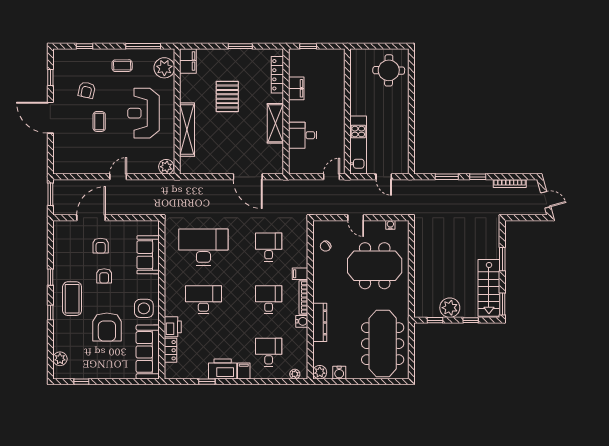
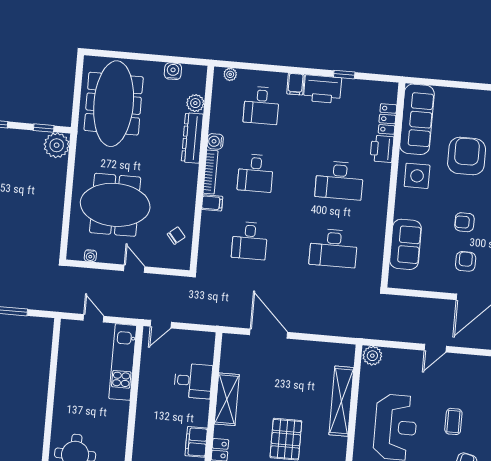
desk: (203, 247) -> (333, 248), width x0.73, depth x0.77
armchair: (104, 276) -> (464, 222), turned -90
plant: (450, 308) -> (57, 145), moved
plant: (320, 372) -> (195, 103), moved

